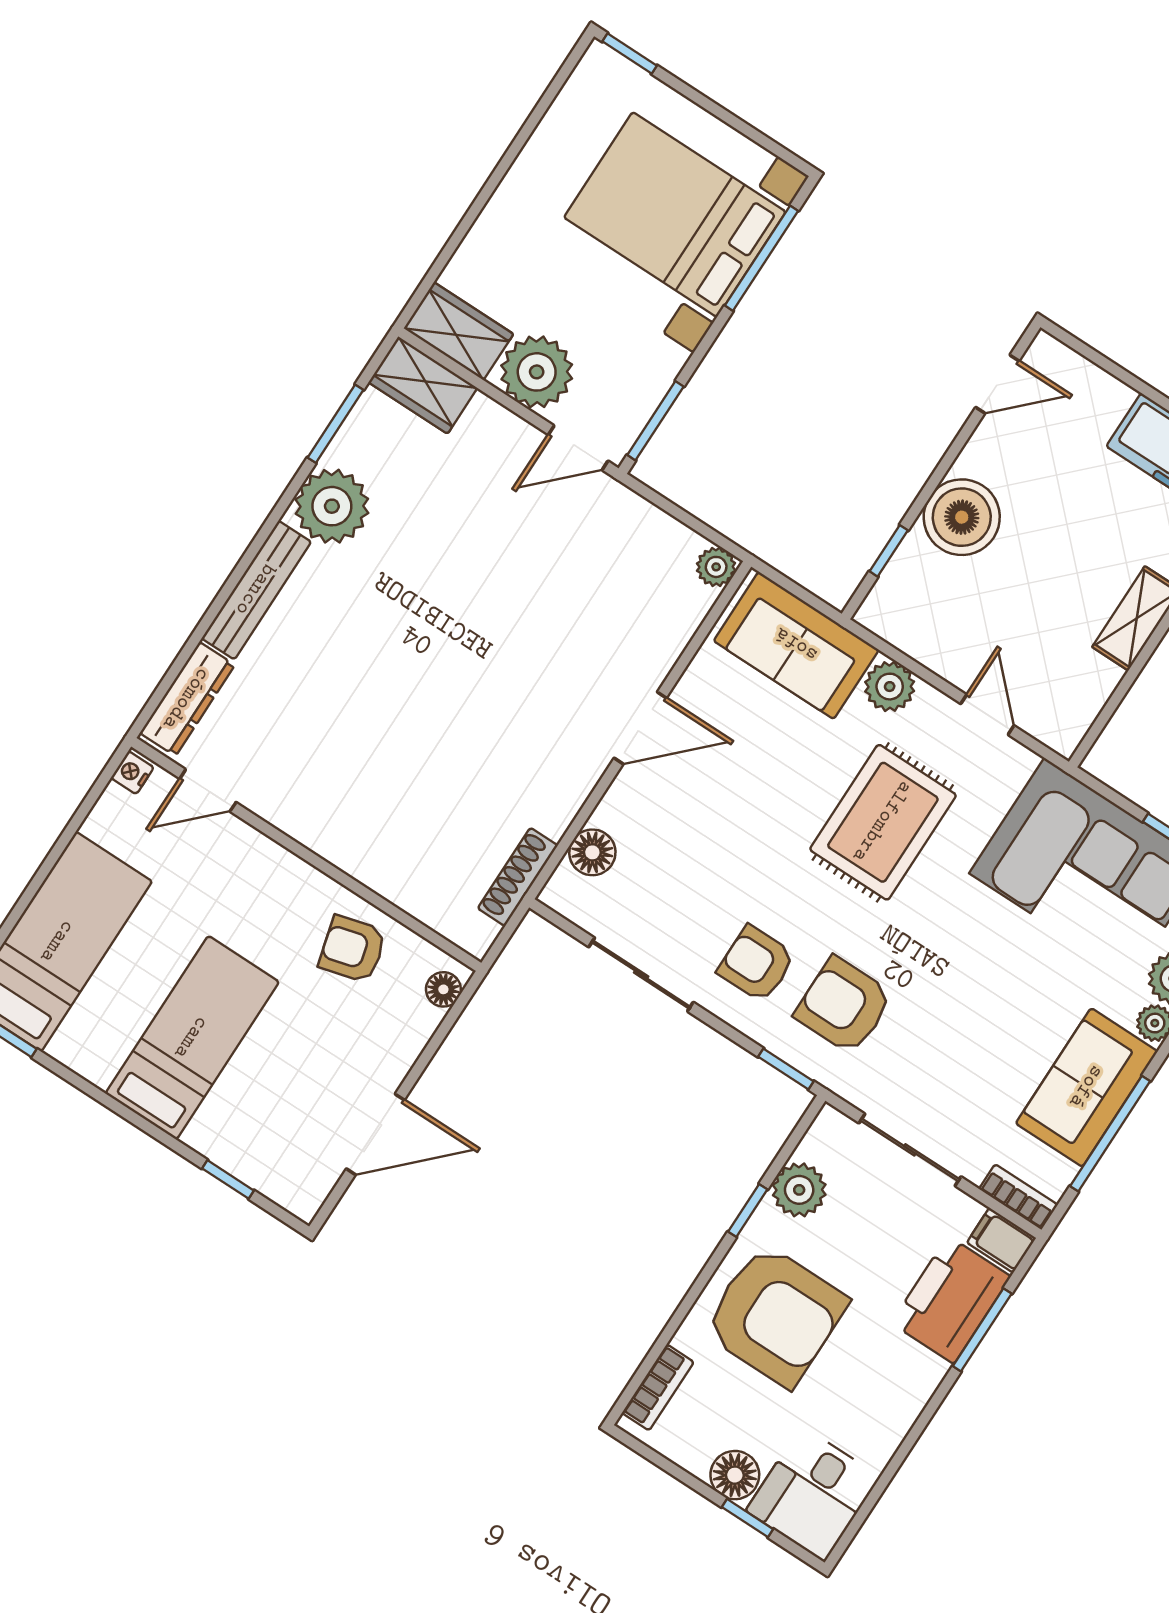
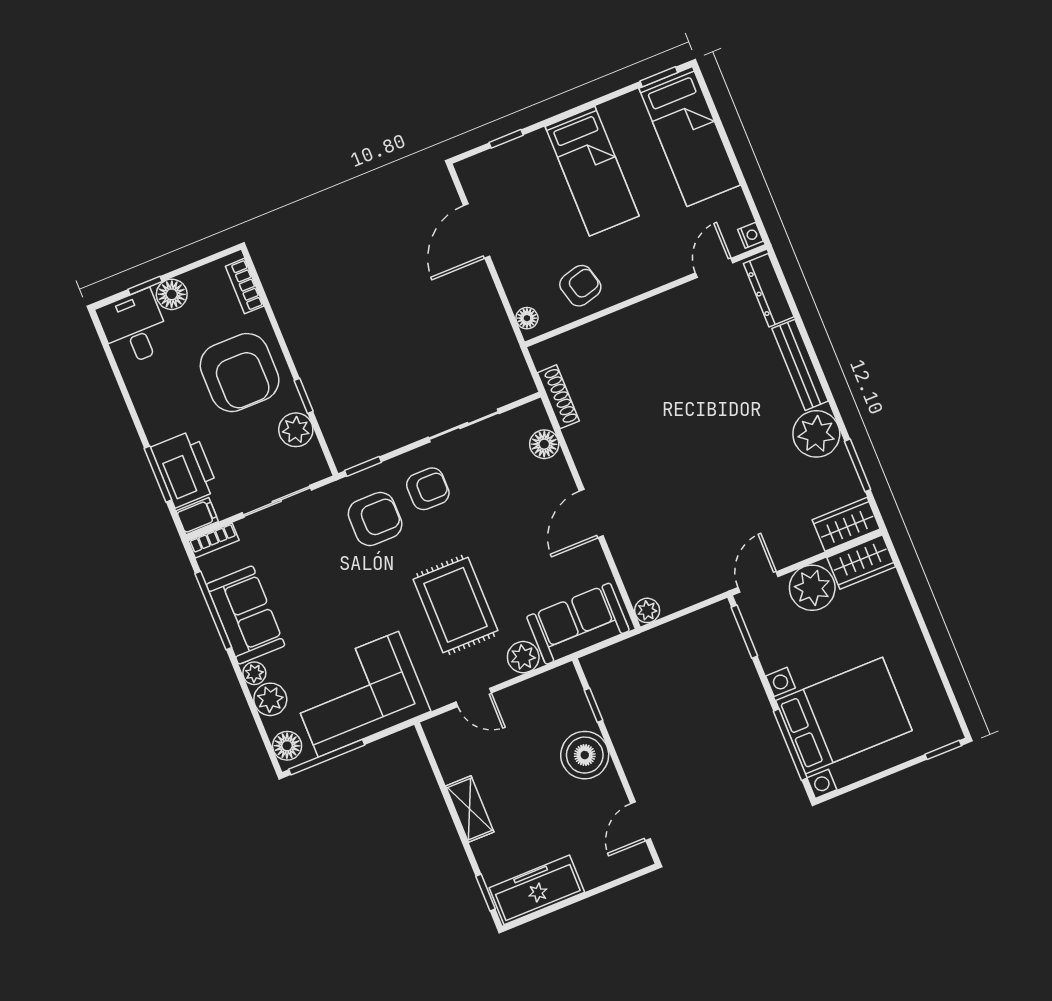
armchair: (775, 1315) -> (240, 373), turned -90

